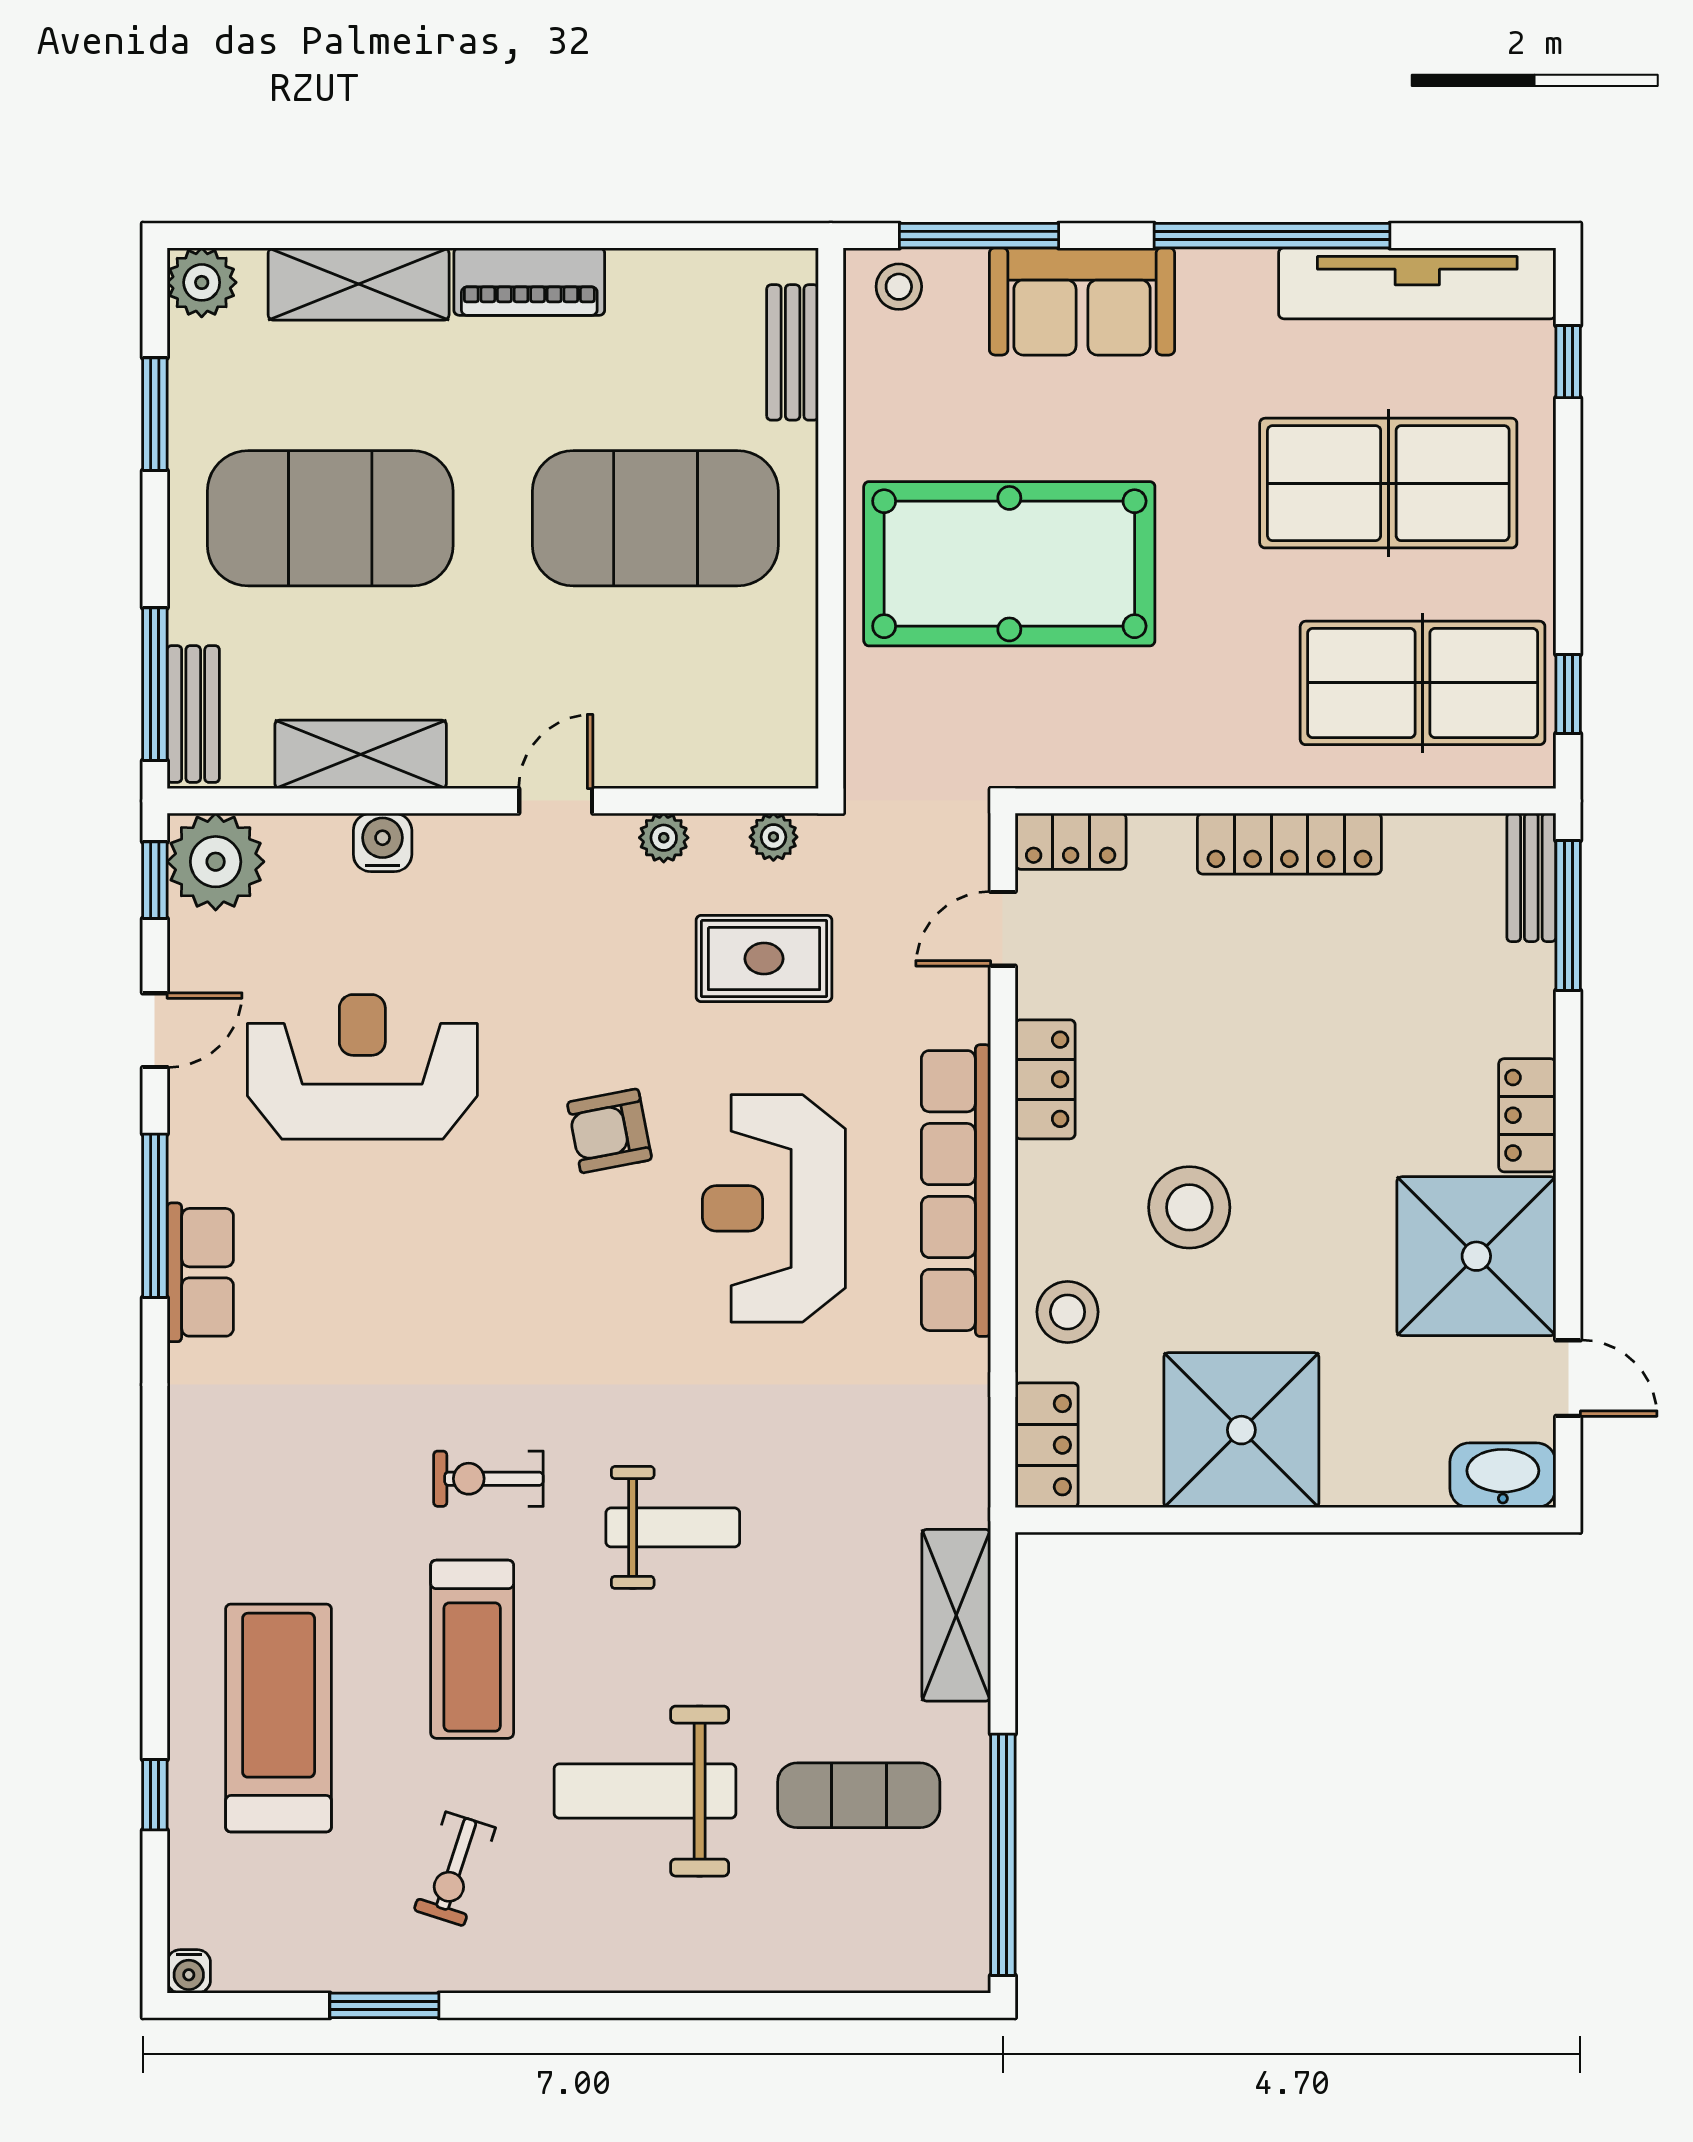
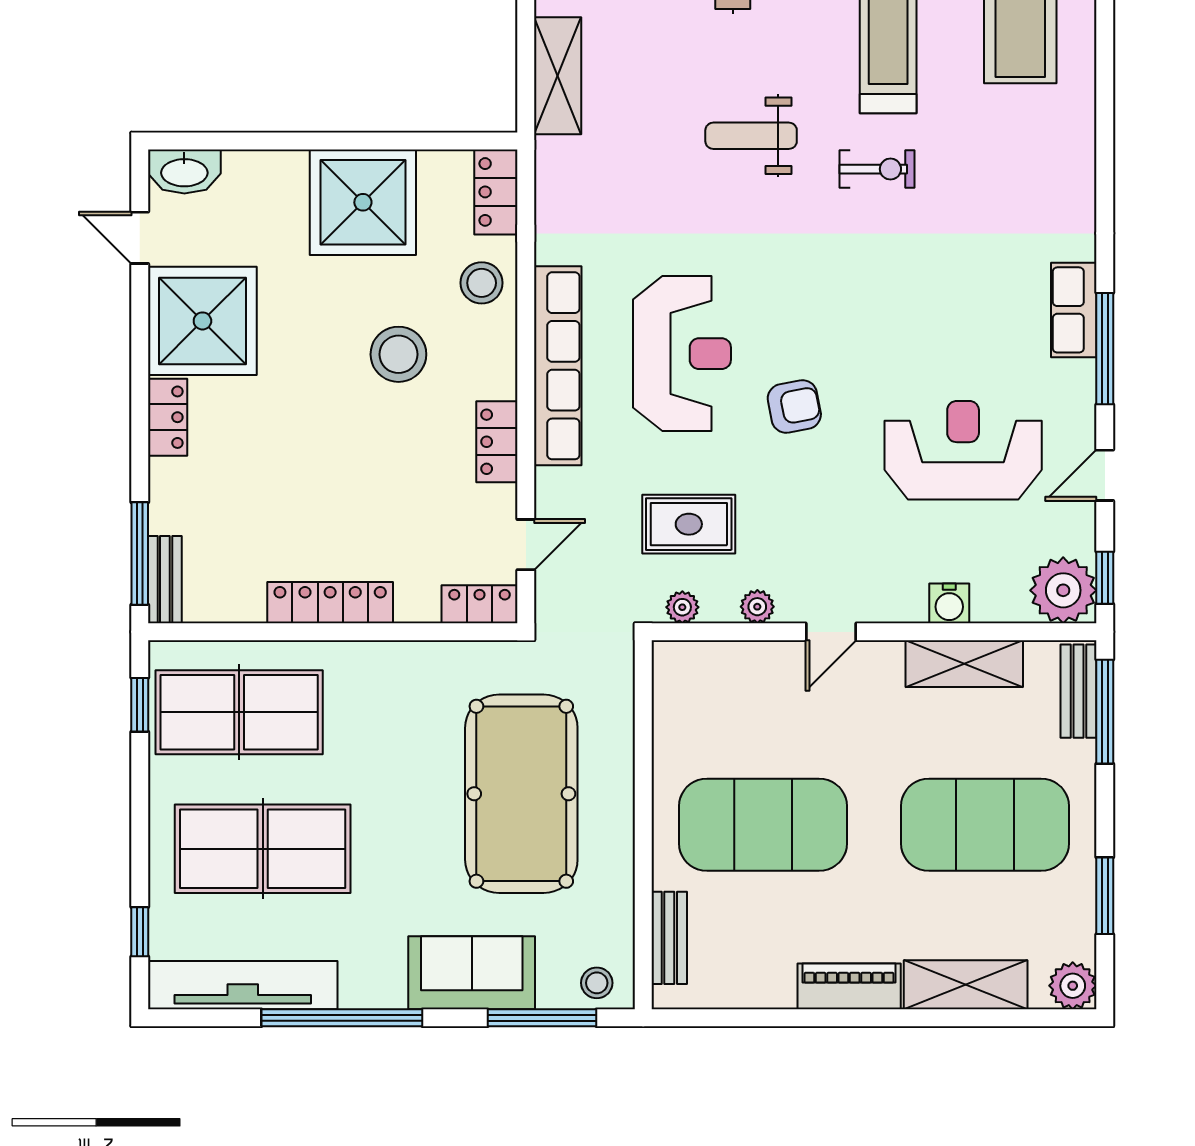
pool table: (1009, 564) -> (521, 794), turned 90
reception desk: (362, 1067) -> (963, 450), turned 180

